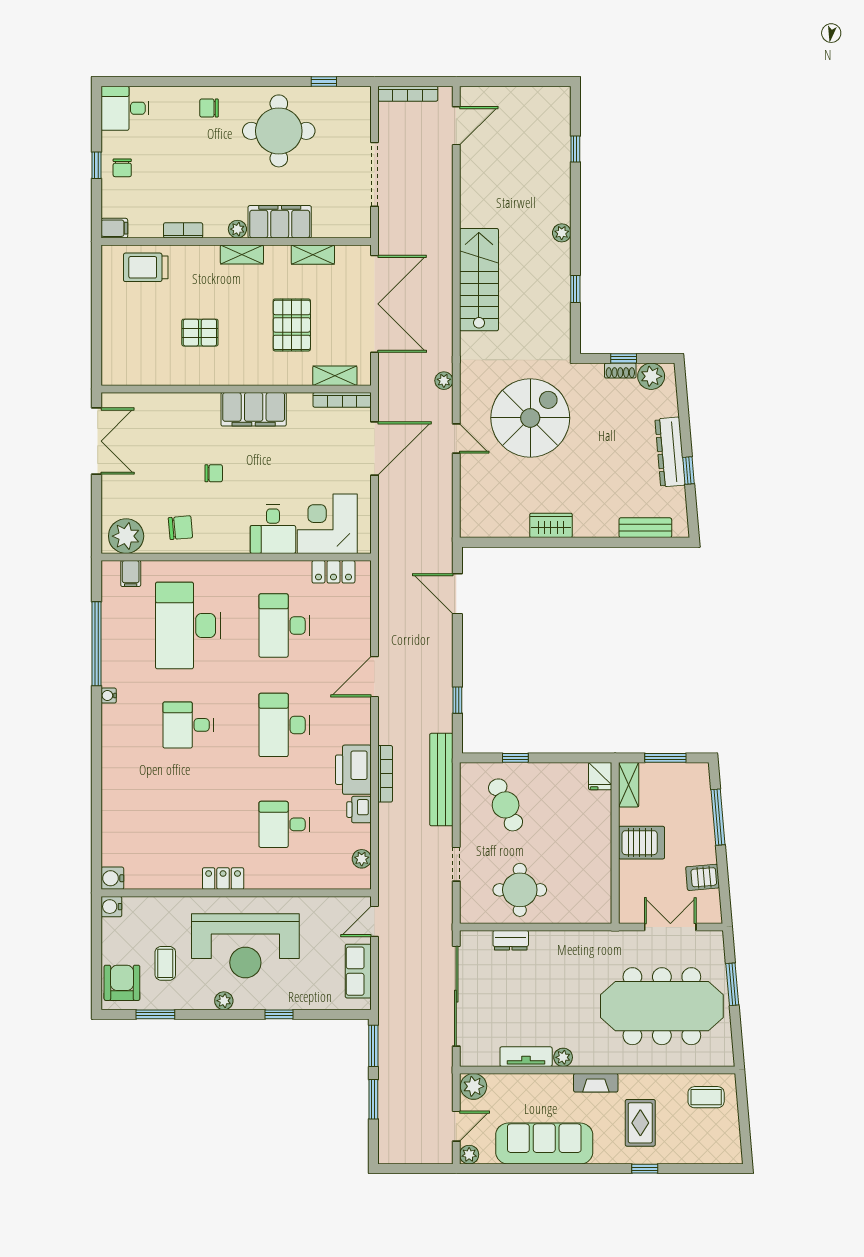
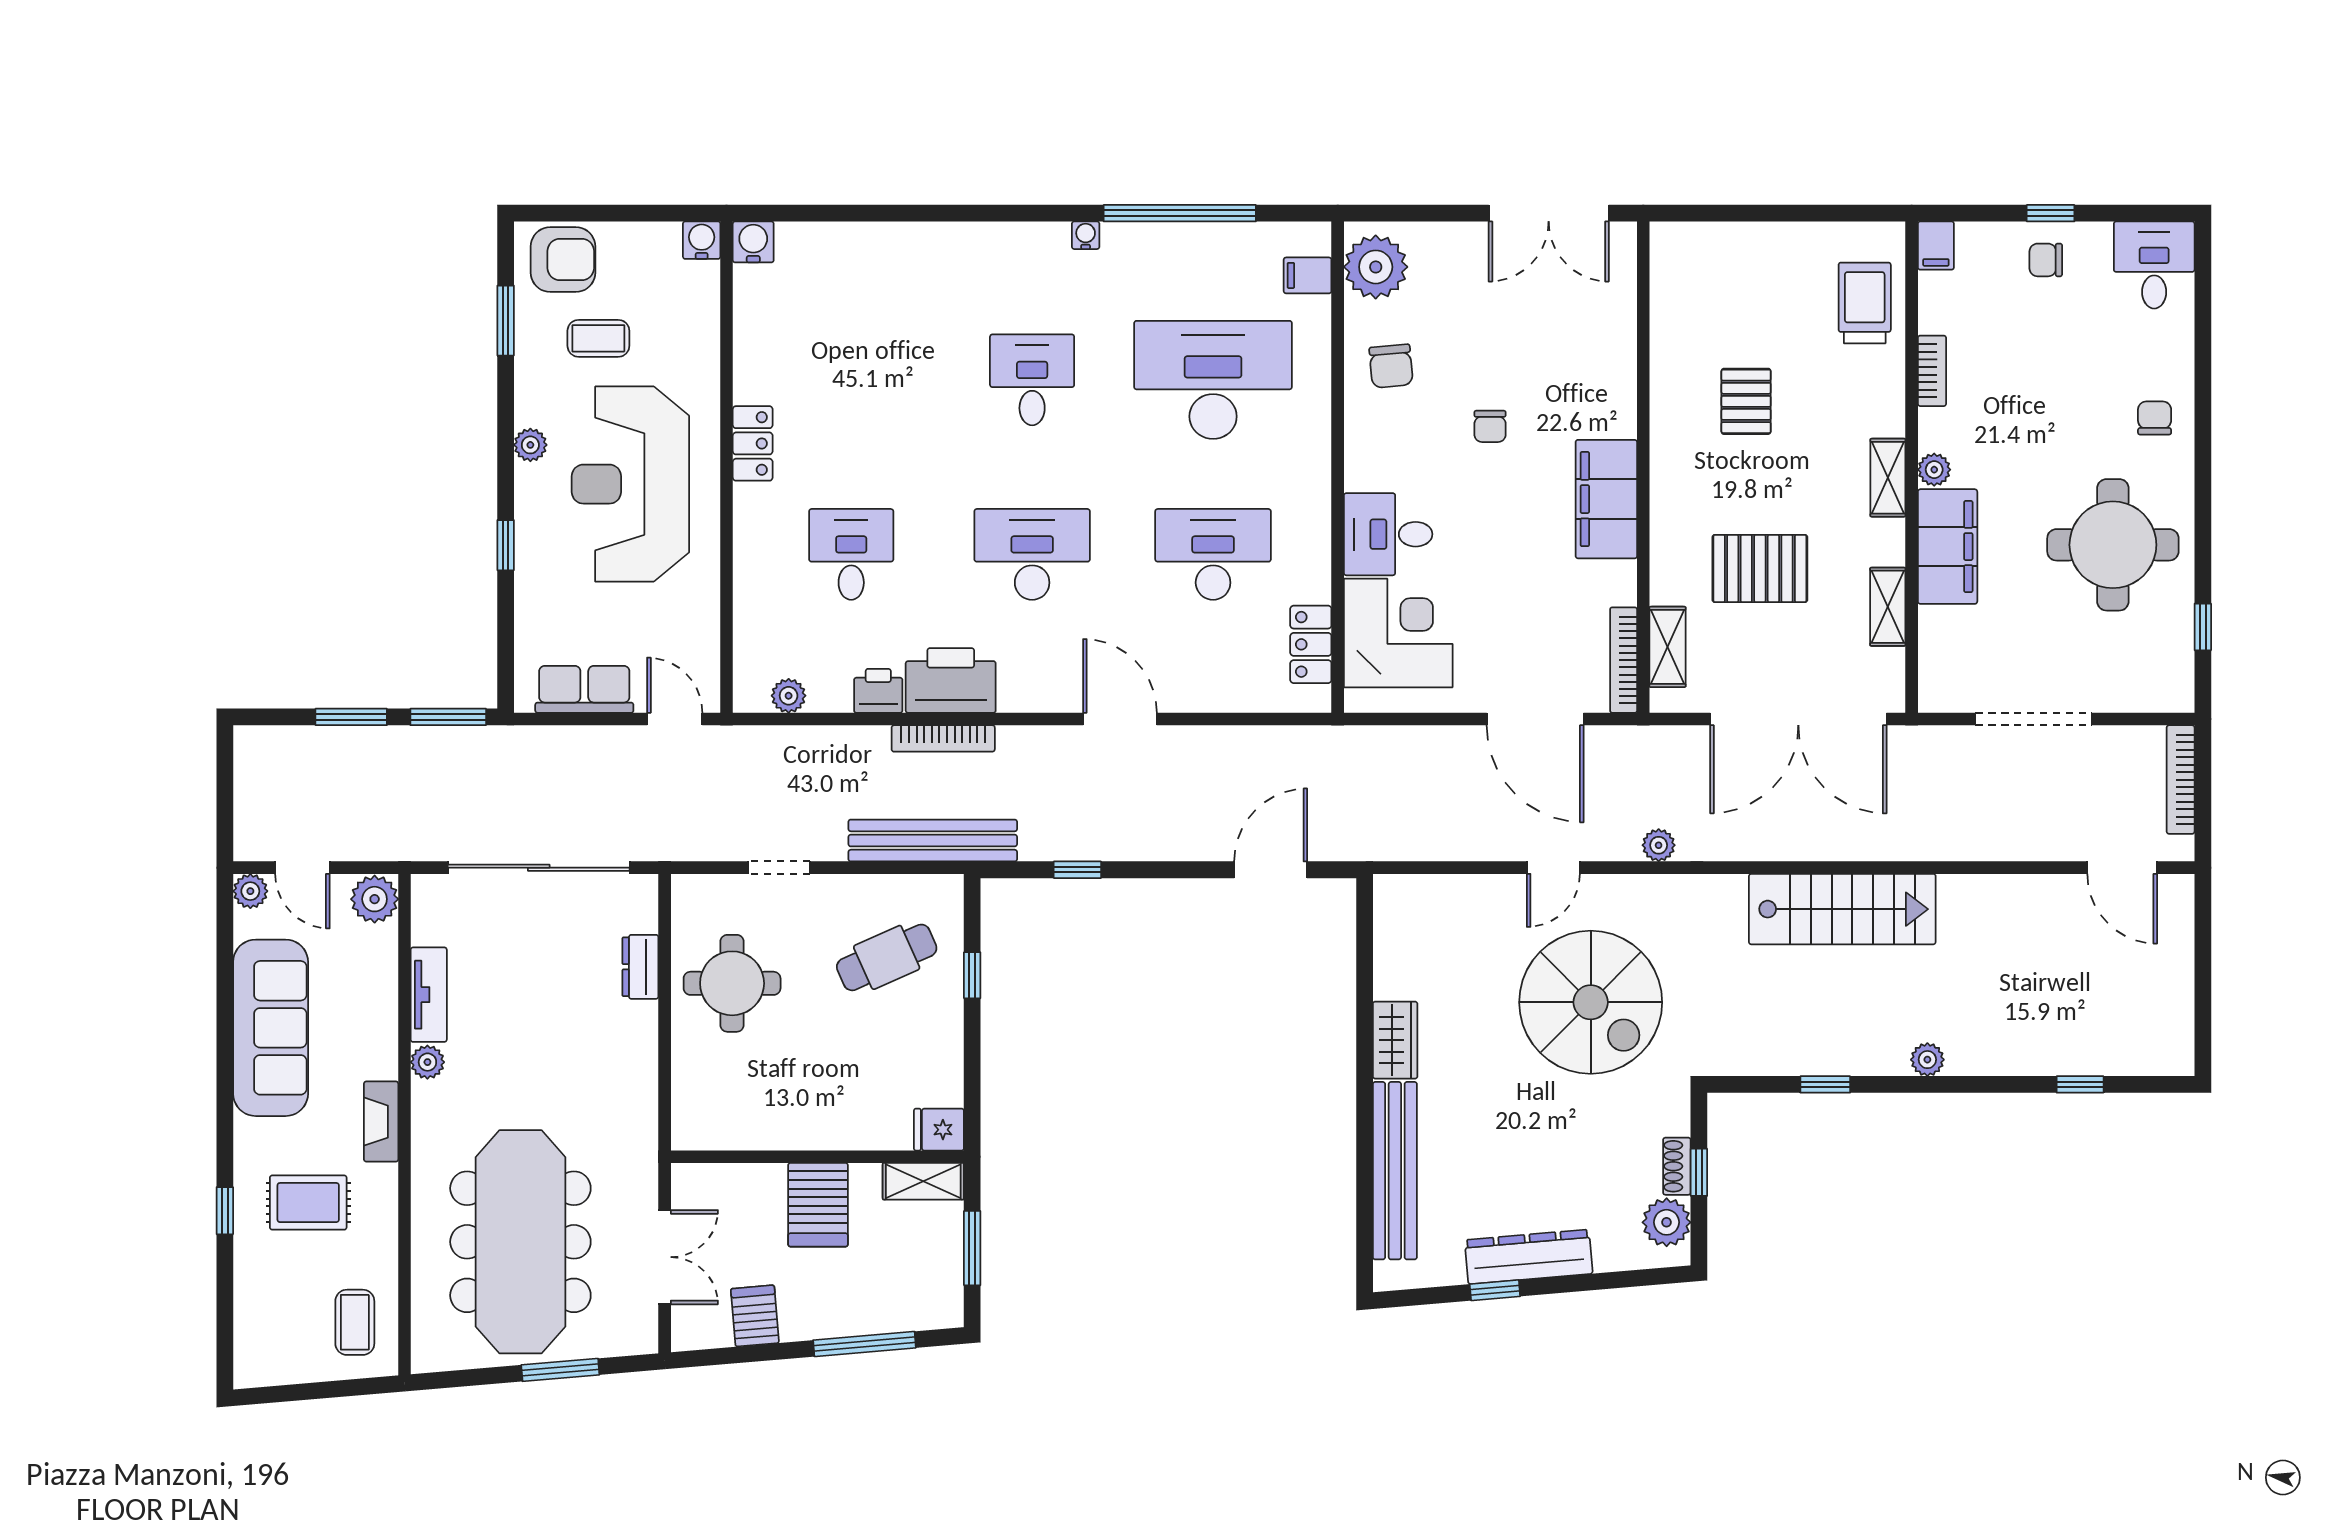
bench: (645, 528) -> (1395, 1171), width x1.86, depth x1.21

